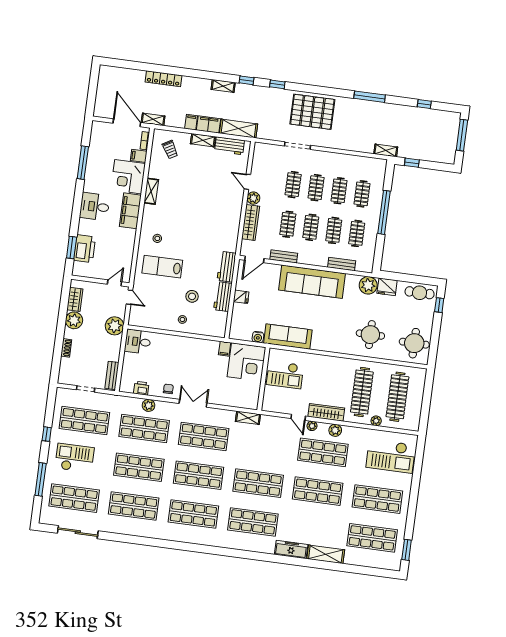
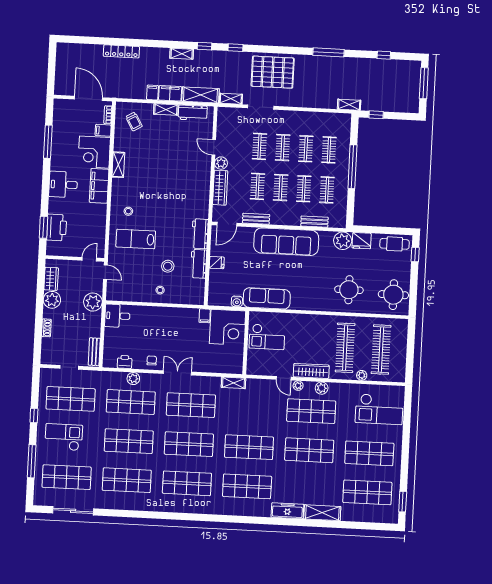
shelving: (153, 119) -> (231, 99), moved

